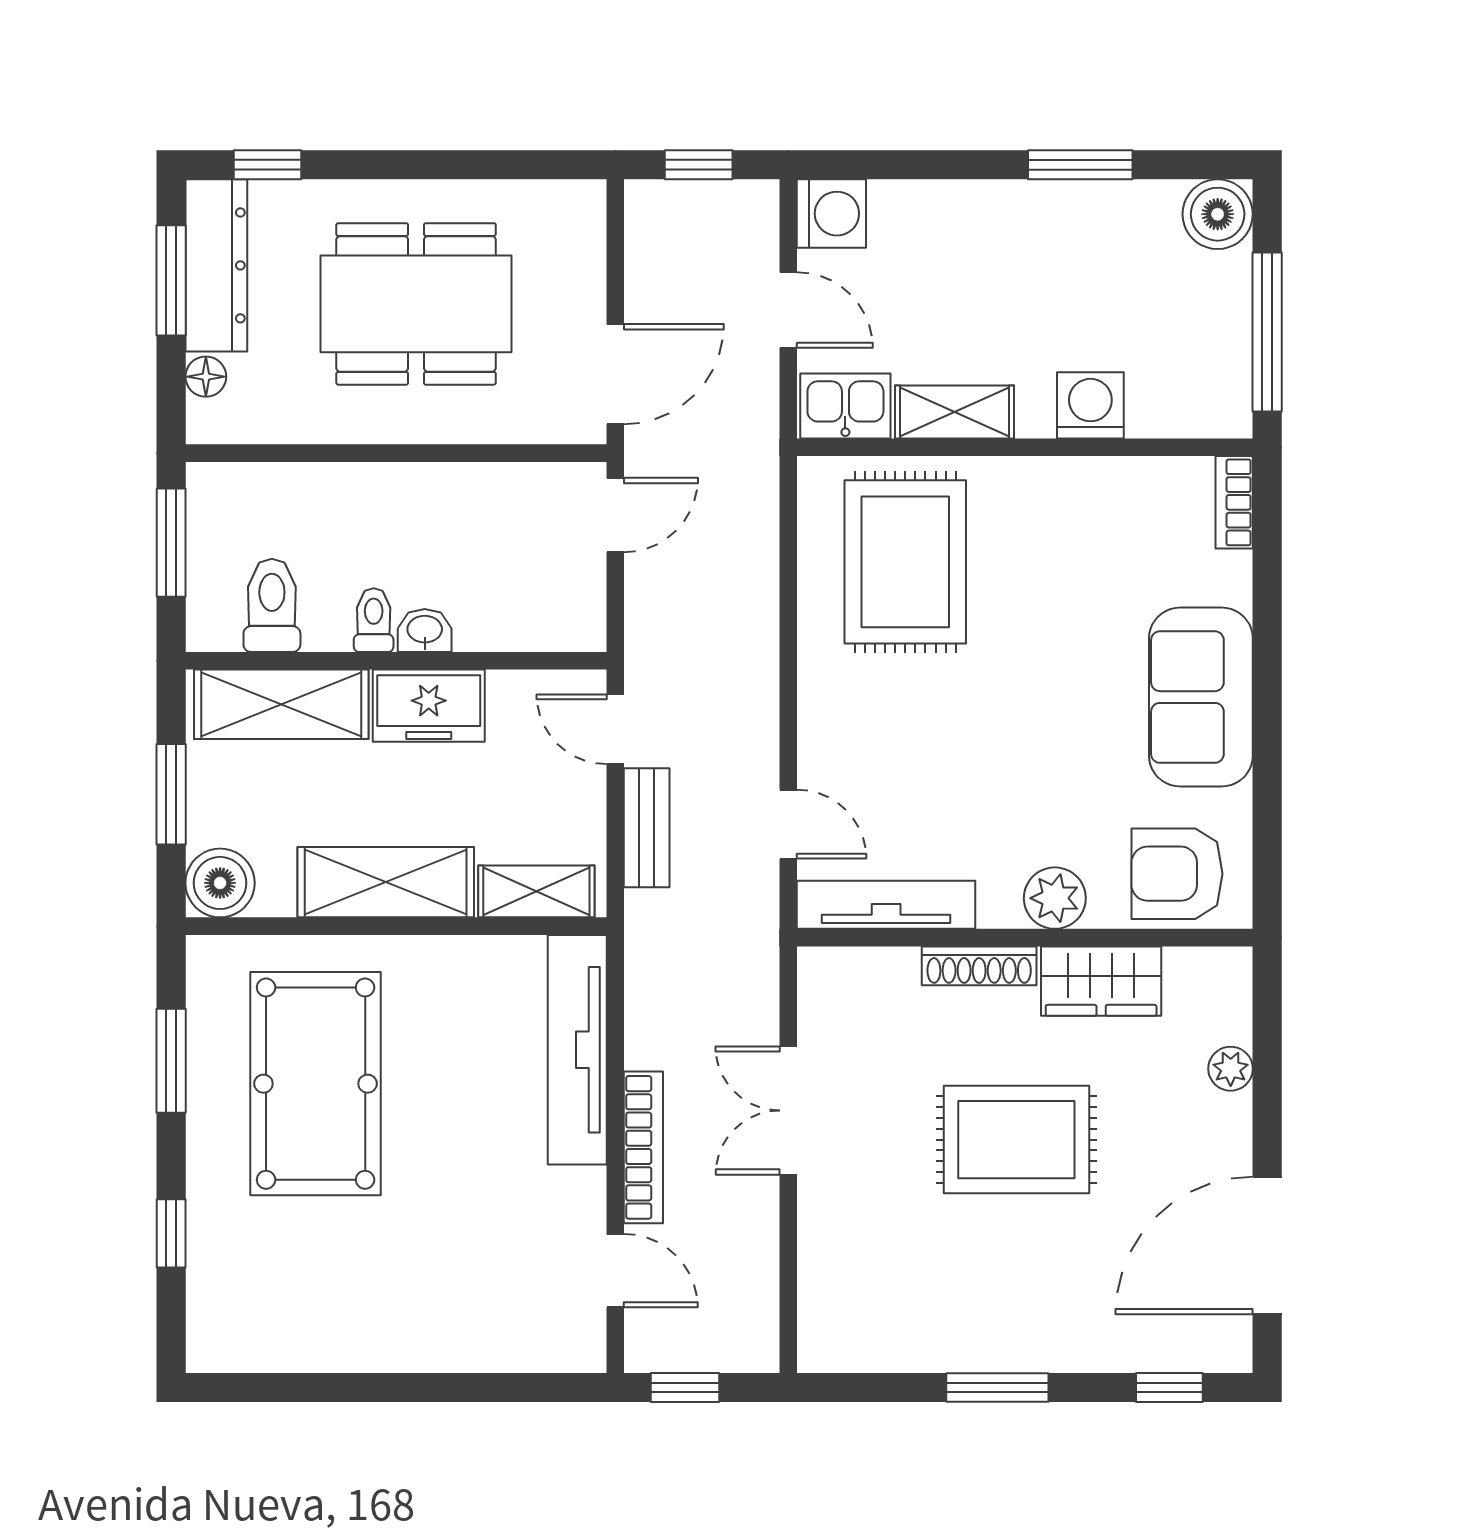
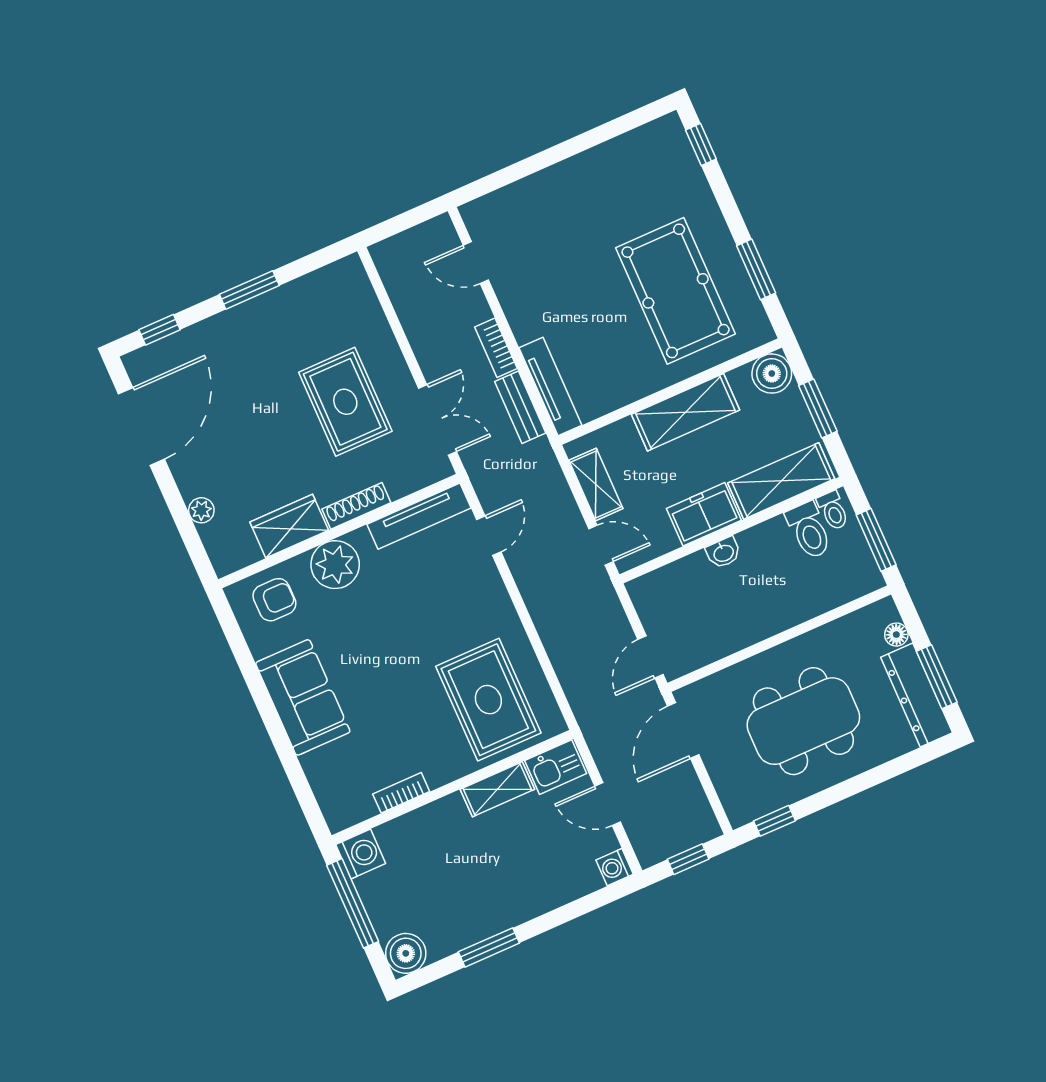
window: (268, 165) -> (774, 821), moved
washing machine: (831, 214) -> (615, 867), width x0.73, depth x0.73
washing machine: (1090, 405) -> (361, 854), moved, turned -90
bookcase: (1234, 502) -> (401, 793), moved, turned -90
toilet: (374, 620) -> (833, 511), moved
door: (788, 824) -> (489, 536), swing flipped
bench: (647, 828) -> (520, 407), moved
armchair: (1177, 874) -> (274, 600), width x0.72, depth x0.72
shelving: (536, 891) -> (596, 484), moved, turned 90
plant: (1055, 898) -> (335, 565), width x1.36, depth x1.36
tv unit: (577, 1050) -> (550, 387), width x0.73, depth x0.78
double door: (788, 1111) -> (437, 420), moved
rug: (1016, 1140) -> (345, 402), moved, turned 90
bookcase: (643, 1147) -> (496, 348), width x0.64
window: (171, 1233) -> (701, 145), moved
window: (685, 1388) -> (412, 218), removed

